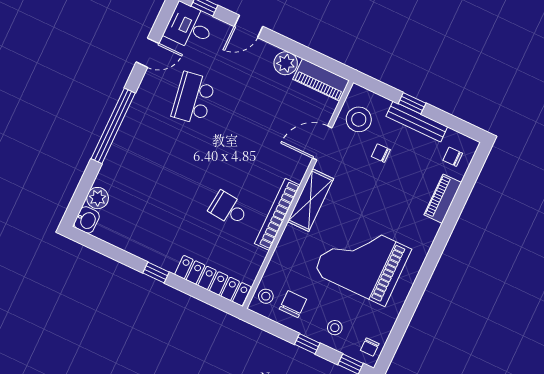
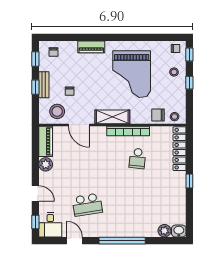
bench: (417, 122) -> (44, 85), width x0.73
window: (455, 124) -> (35, 59), added
piano: (443, 199) -> (91, 47), moved
chair: (293, 304) -> (158, 115), moved

